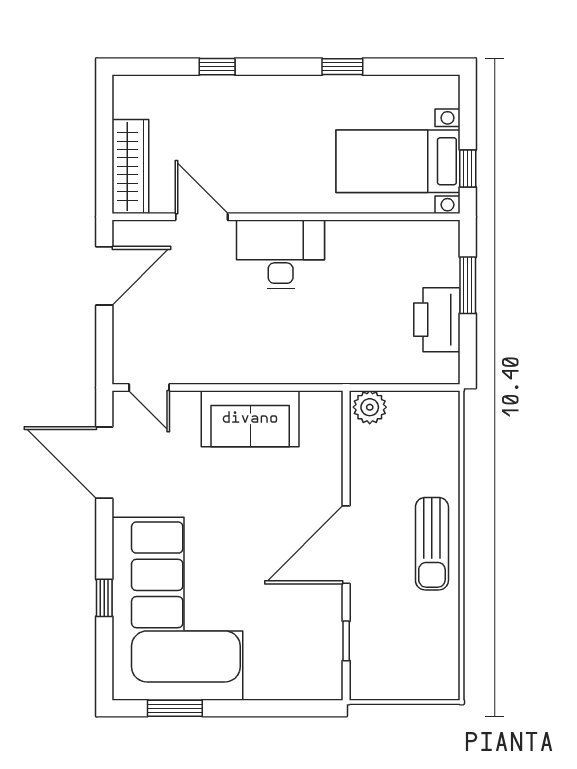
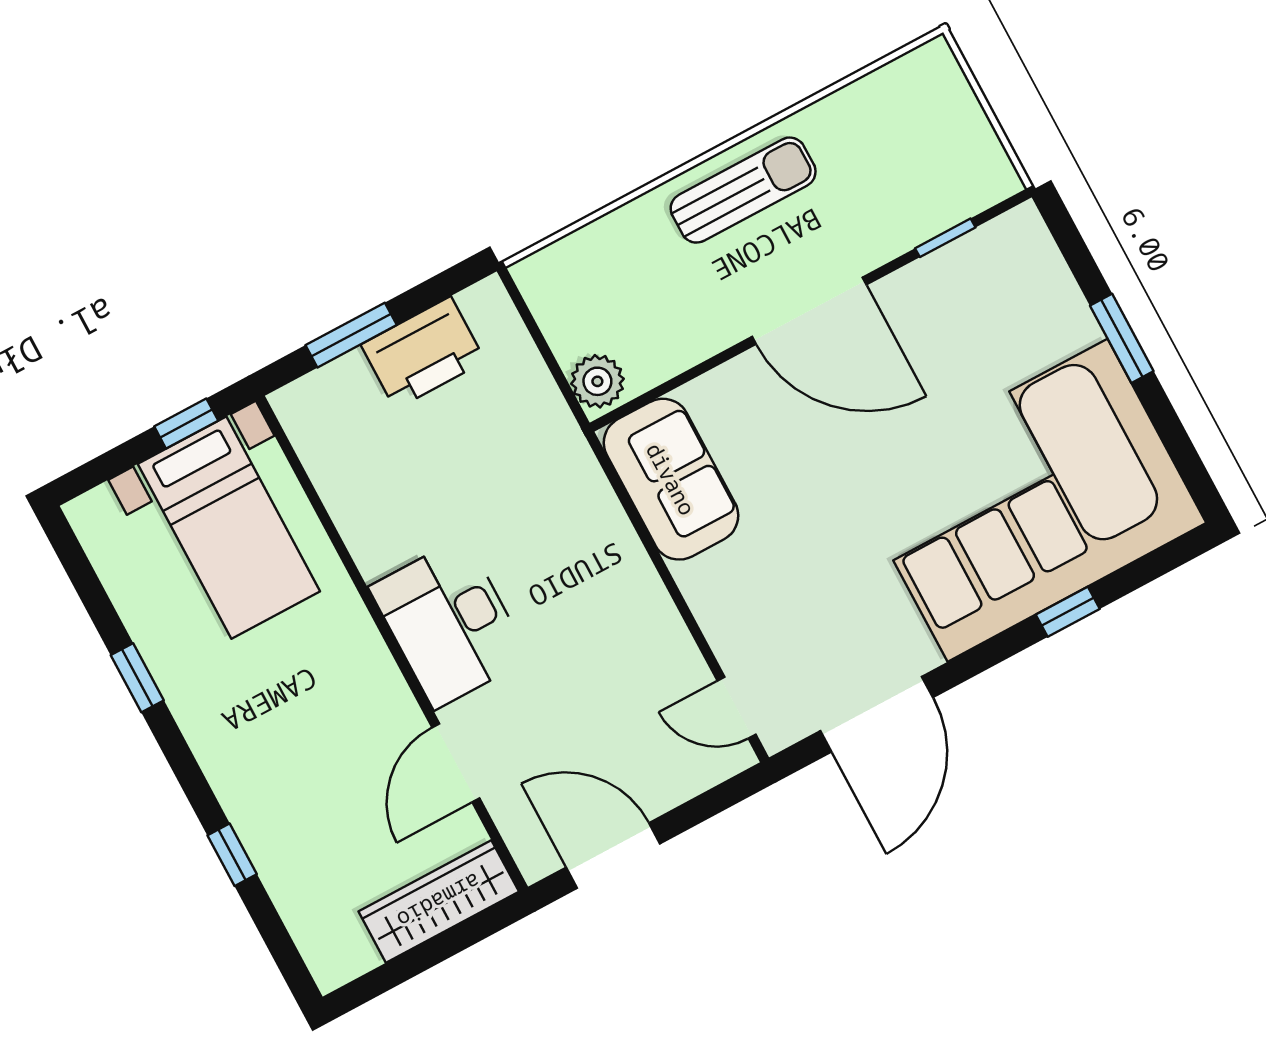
door: (149, 387) -> (737, 708), swing flipped
sofa: (250, 419) -> (671, 479), moved
window: (175, 708) -> (1122, 338), moved

